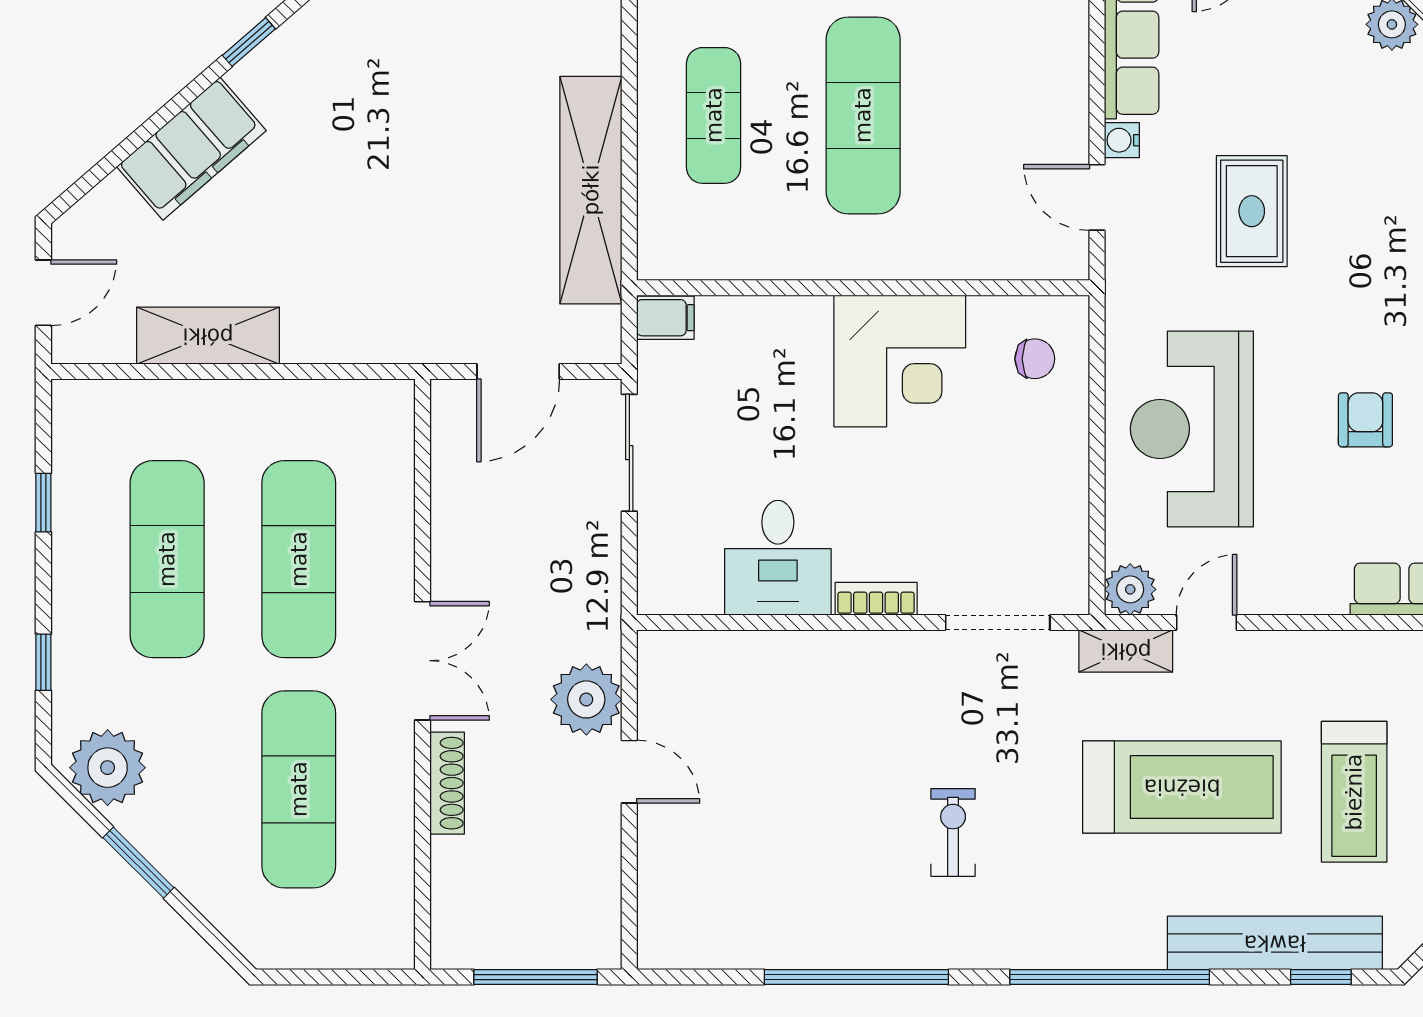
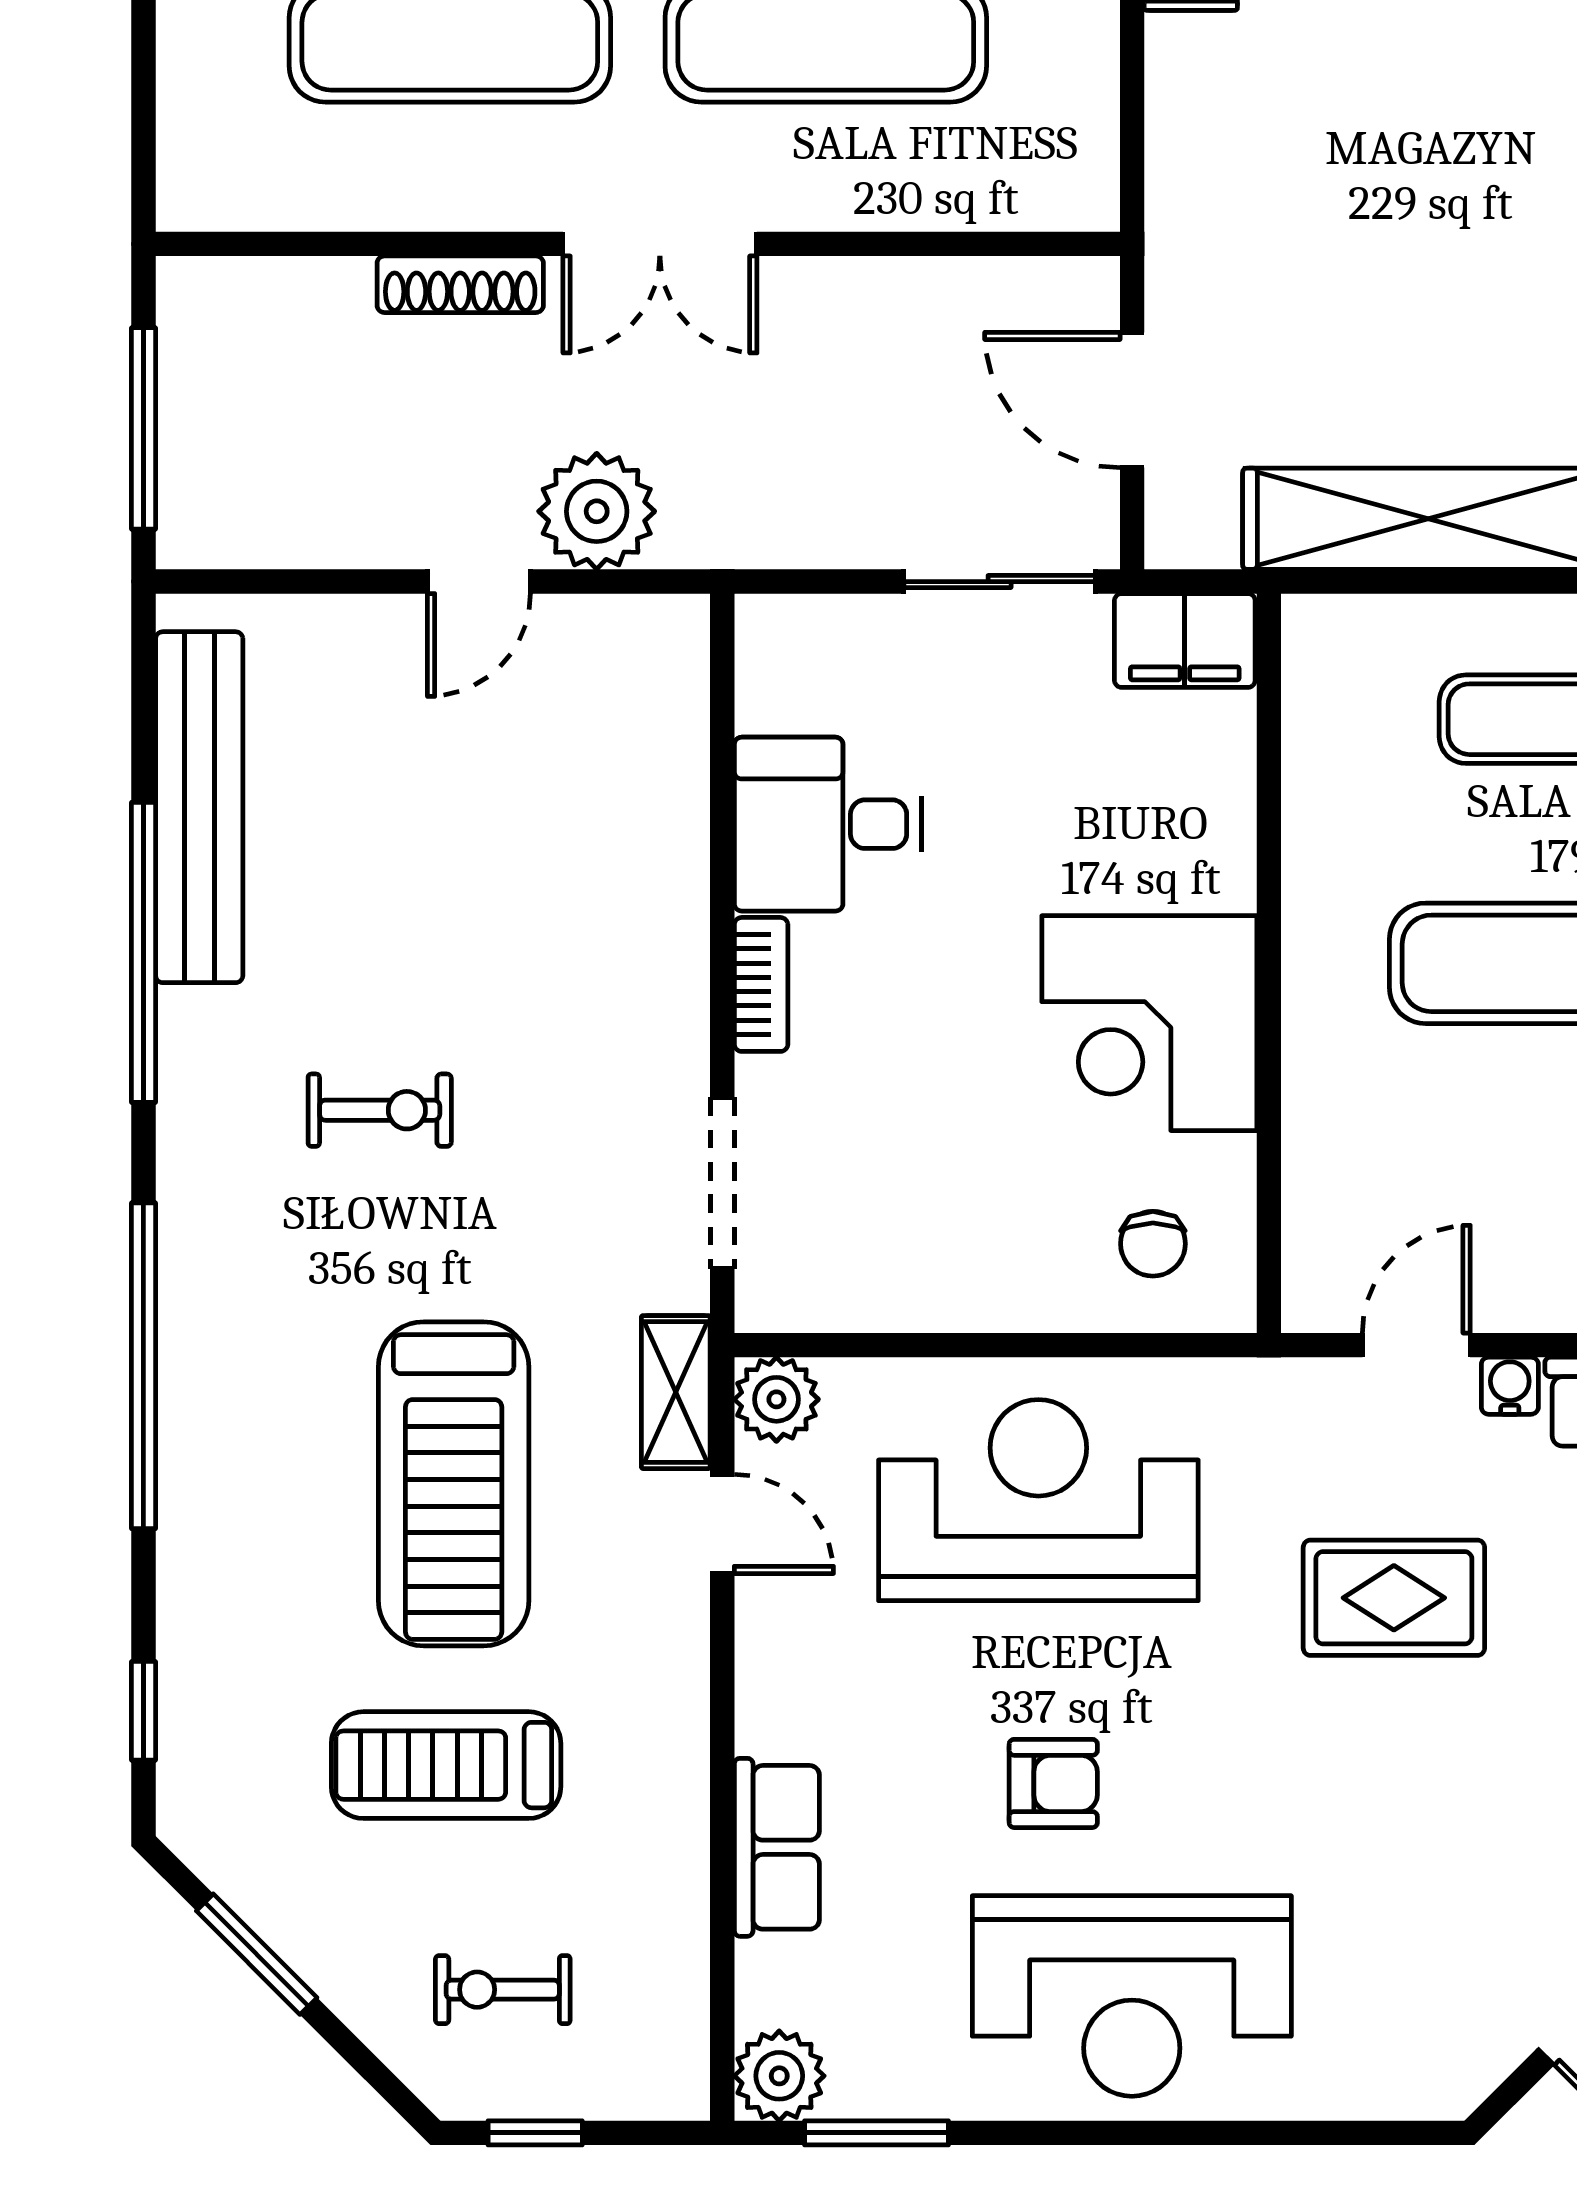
filing cabinet: (665, 318) -> (1185, 640), width x2.00
bench: (1275, 943) -> (199, 807), moved

